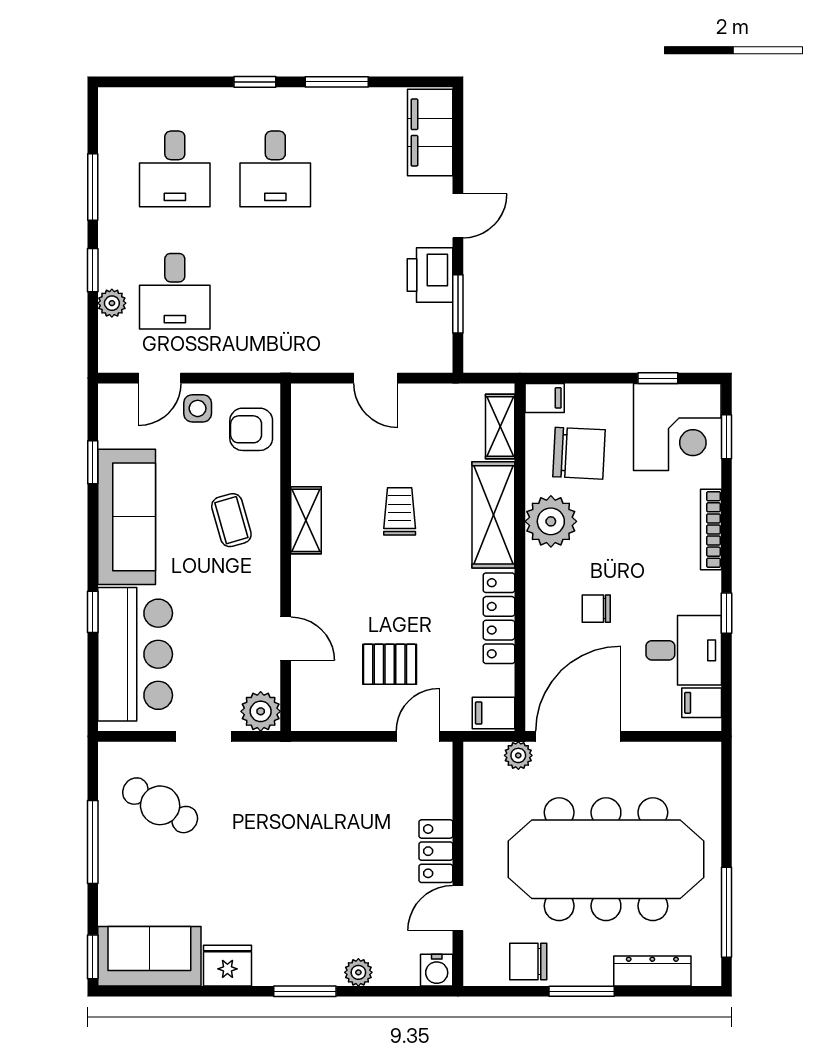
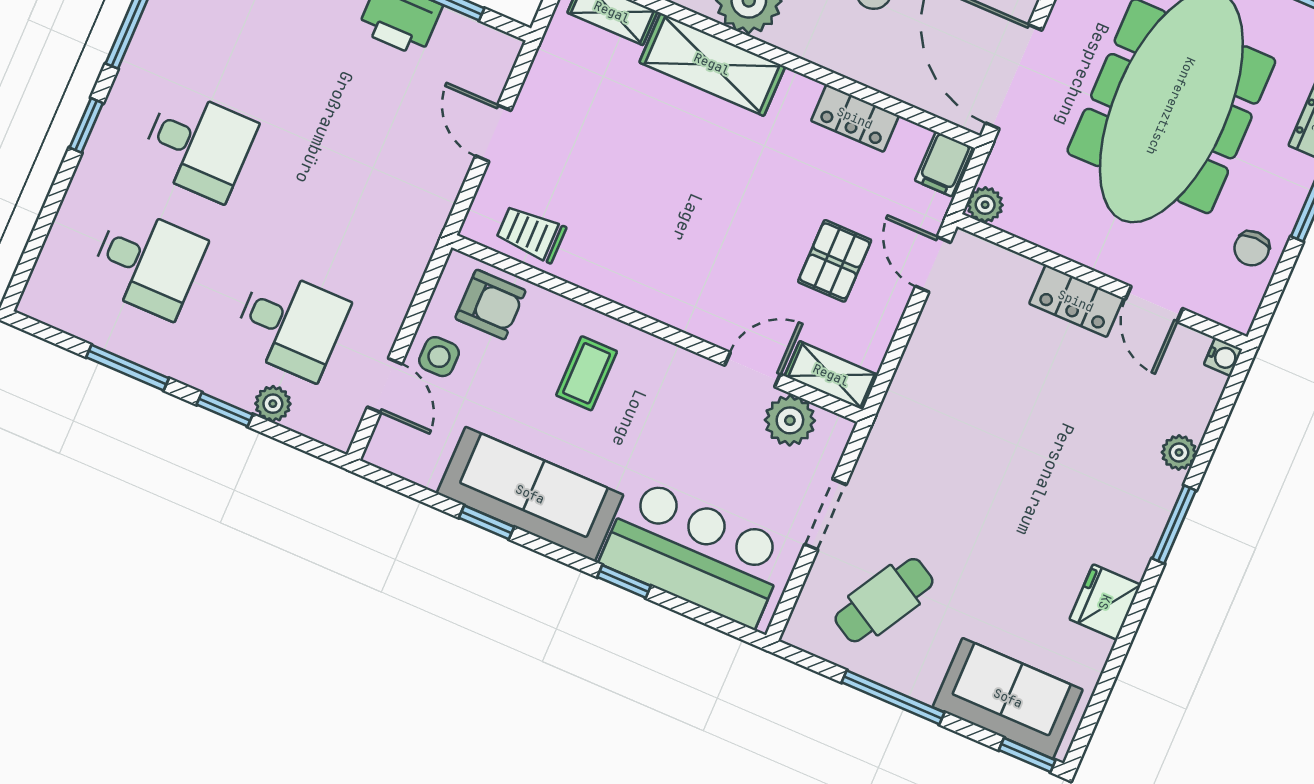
door: (376, 378) -> (493, 133), swing flipped
armchair: (251, 429) -> (490, 304), turned -90
window: (93, 462) -> (487, 522), moved
trolley: (400, 511) -> (531, 234), moved
coffee table: (231, 520) -> (587, 373), turned -74
shelving: (306, 520) -> (831, 375), moved
locker: (499, 618) -> (855, 118), width x0.66
plant: (261, 711) -> (790, 420), moved
plant: (518, 755) -> (985, 205), moved
sofa: (149, 956) -> (1008, 698), moved, turned 90
chair: (528, 961) -> (1252, 248), width x0.73, depth x0.73
water cooler: (437, 970) -> (1223, 357), width x0.72, depth x0.72

